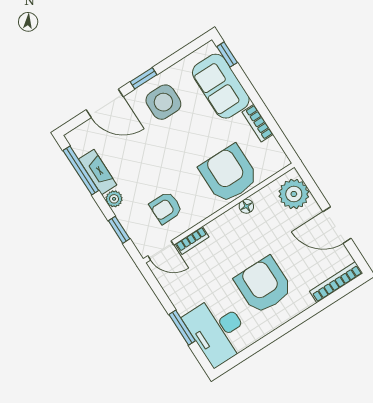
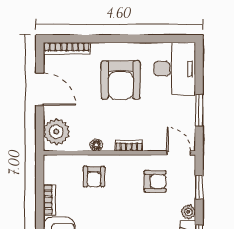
armchair: (229, 174) -> (94, 177), width x0.53, depth x0.53
bookcase: (192, 240) -> (129, 146), moved
window: (182, 328) -> (199, 110), moved

